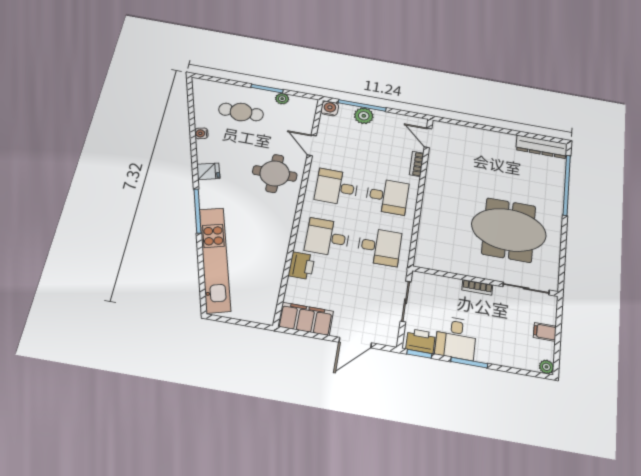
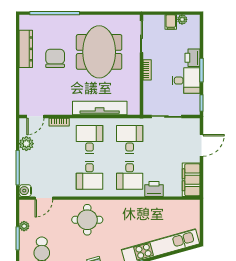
plant: (364, 116) -> (26, 144), moved
door: (312, 145) -> (44, 198), moved
dresser: (542, 147) -> (26, 49), moved
chair: (505, 175) -> (55, 58), added
tv unit: (430, 217) -> (100, 108), added
printer: (421, 341) -> (193, 58), moved
door: (355, 343) -> (201, 145), hinge flipped
plant: (546, 367) -> (182, 19), moved

